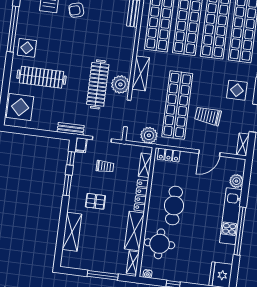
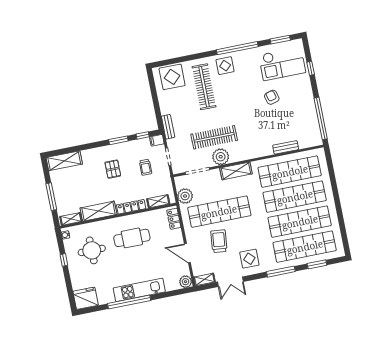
plant: (236, 181) -> (186, 282), moved
shelving: (72, 232) -> (64, 161), moved
round table: (160, 244) -> (92, 250), moved

